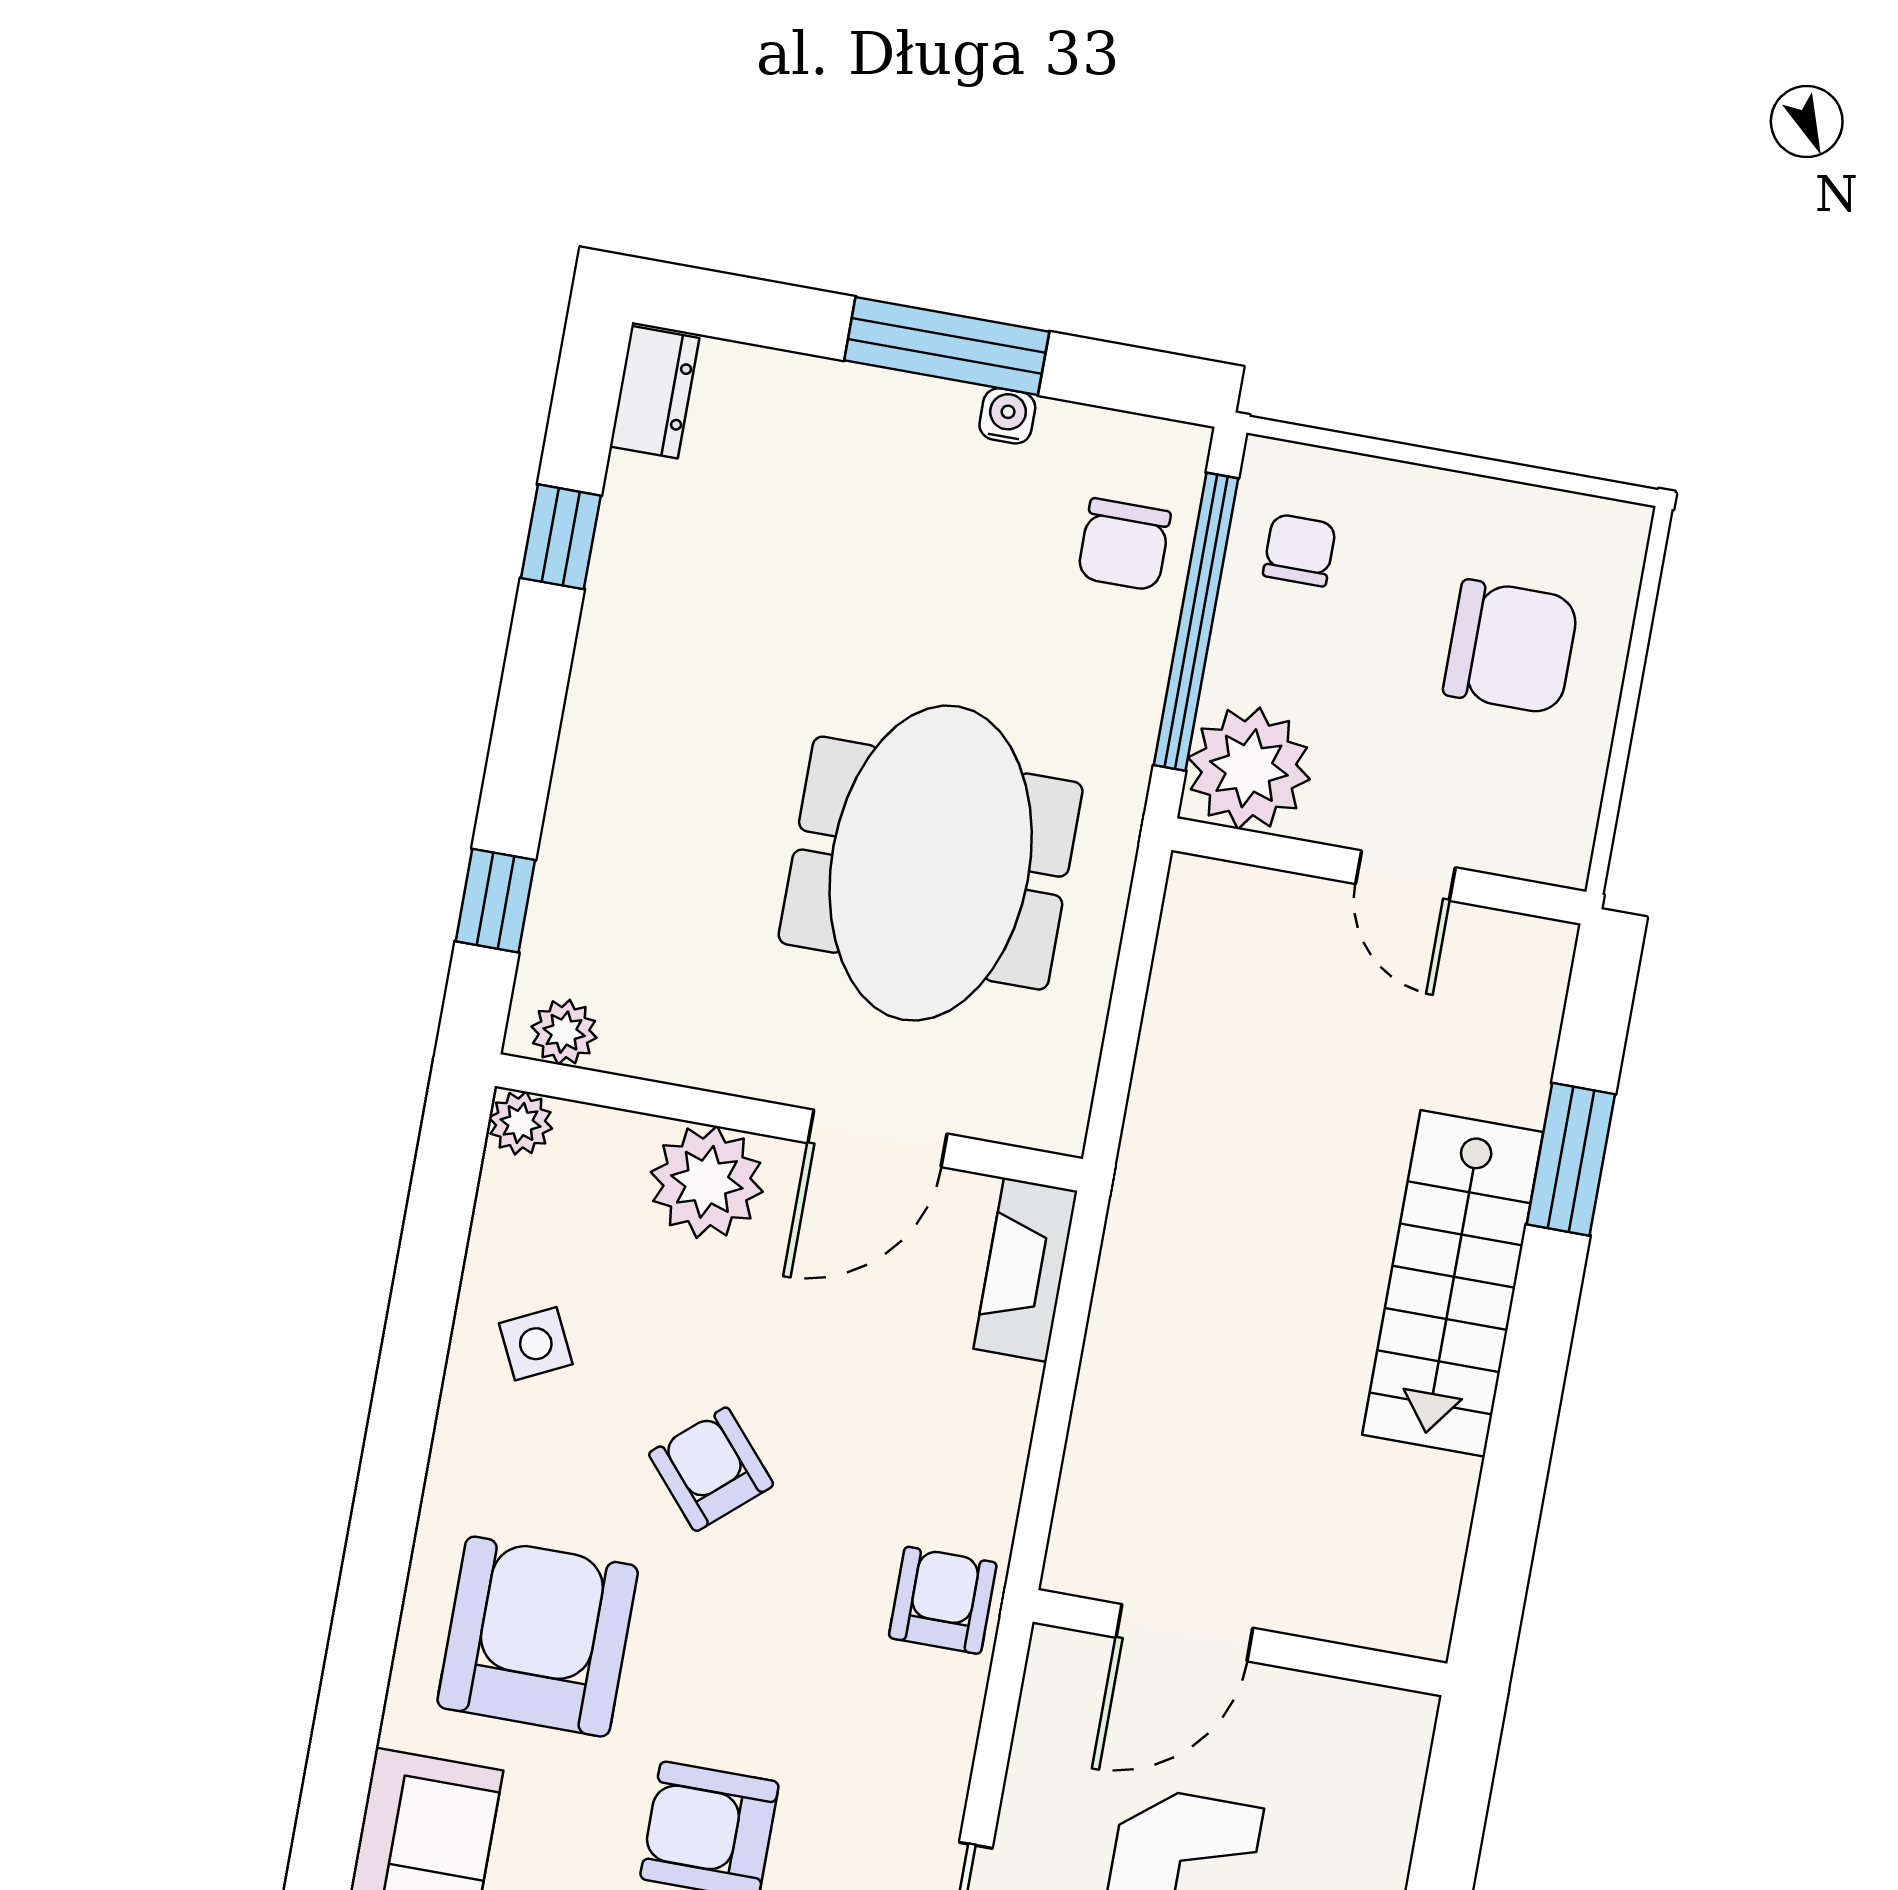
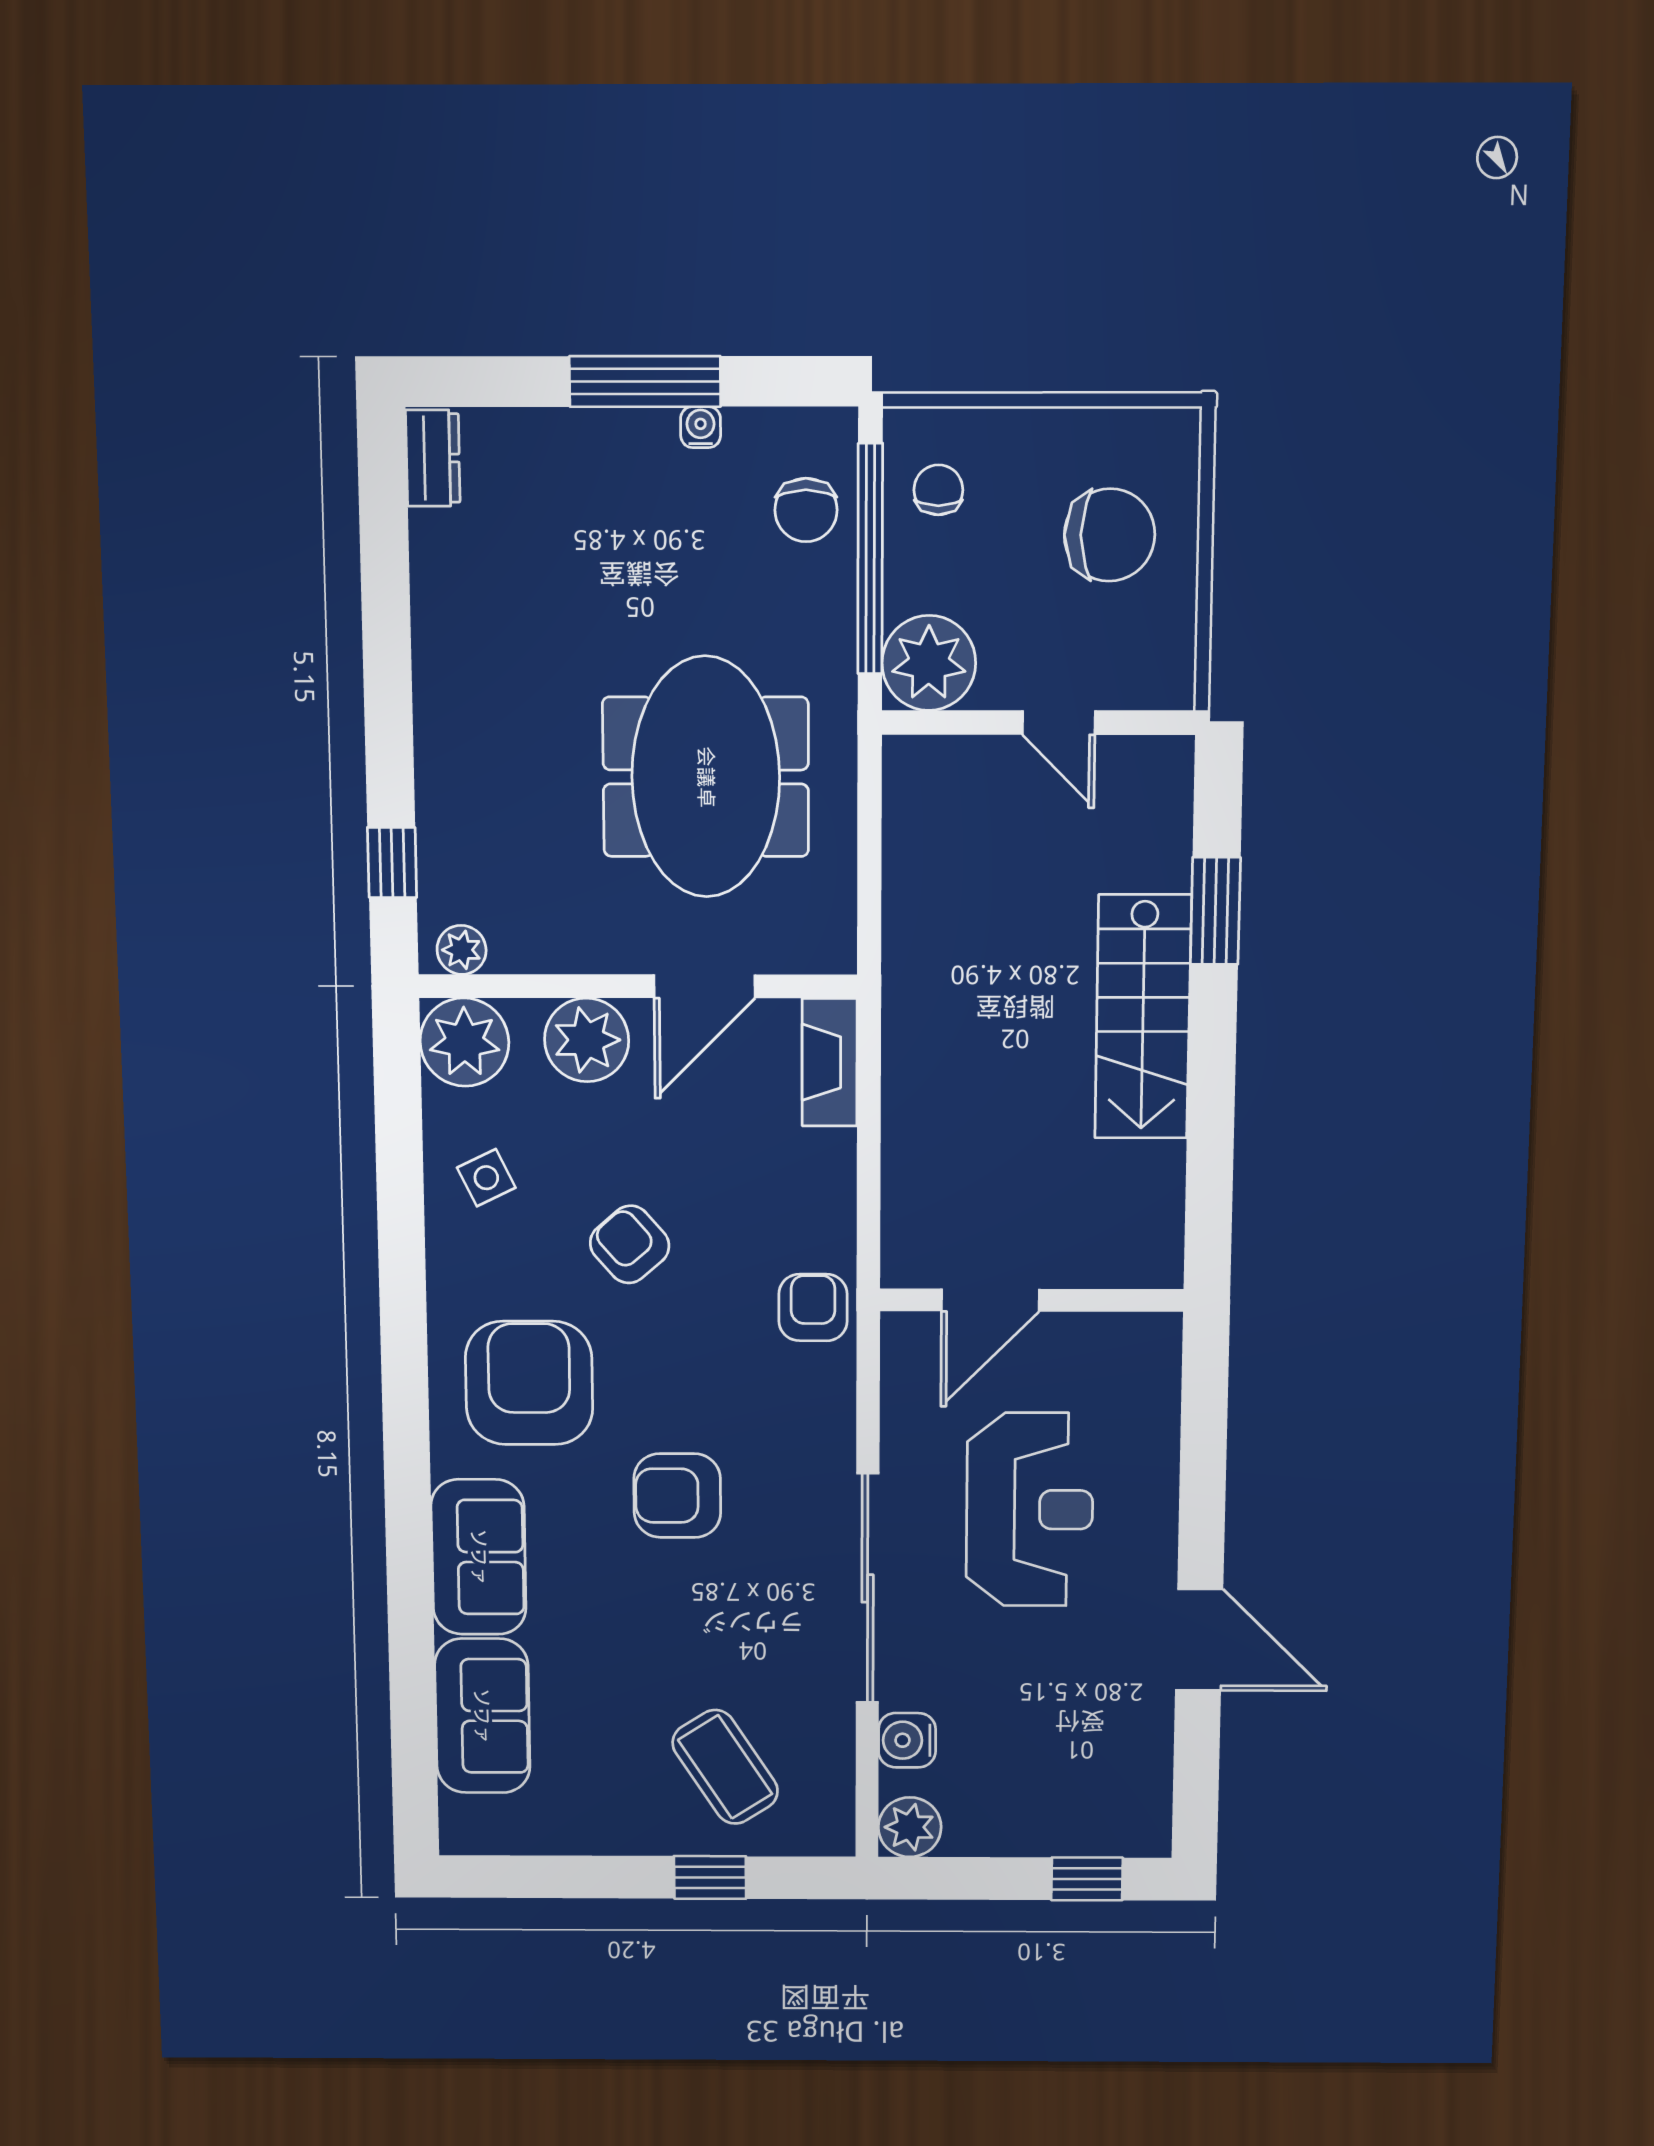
window: (561, 537) -> (385, 582), removed
plant: (521, 1123) -> (464, 1042), width x1.88, depth x1.88

